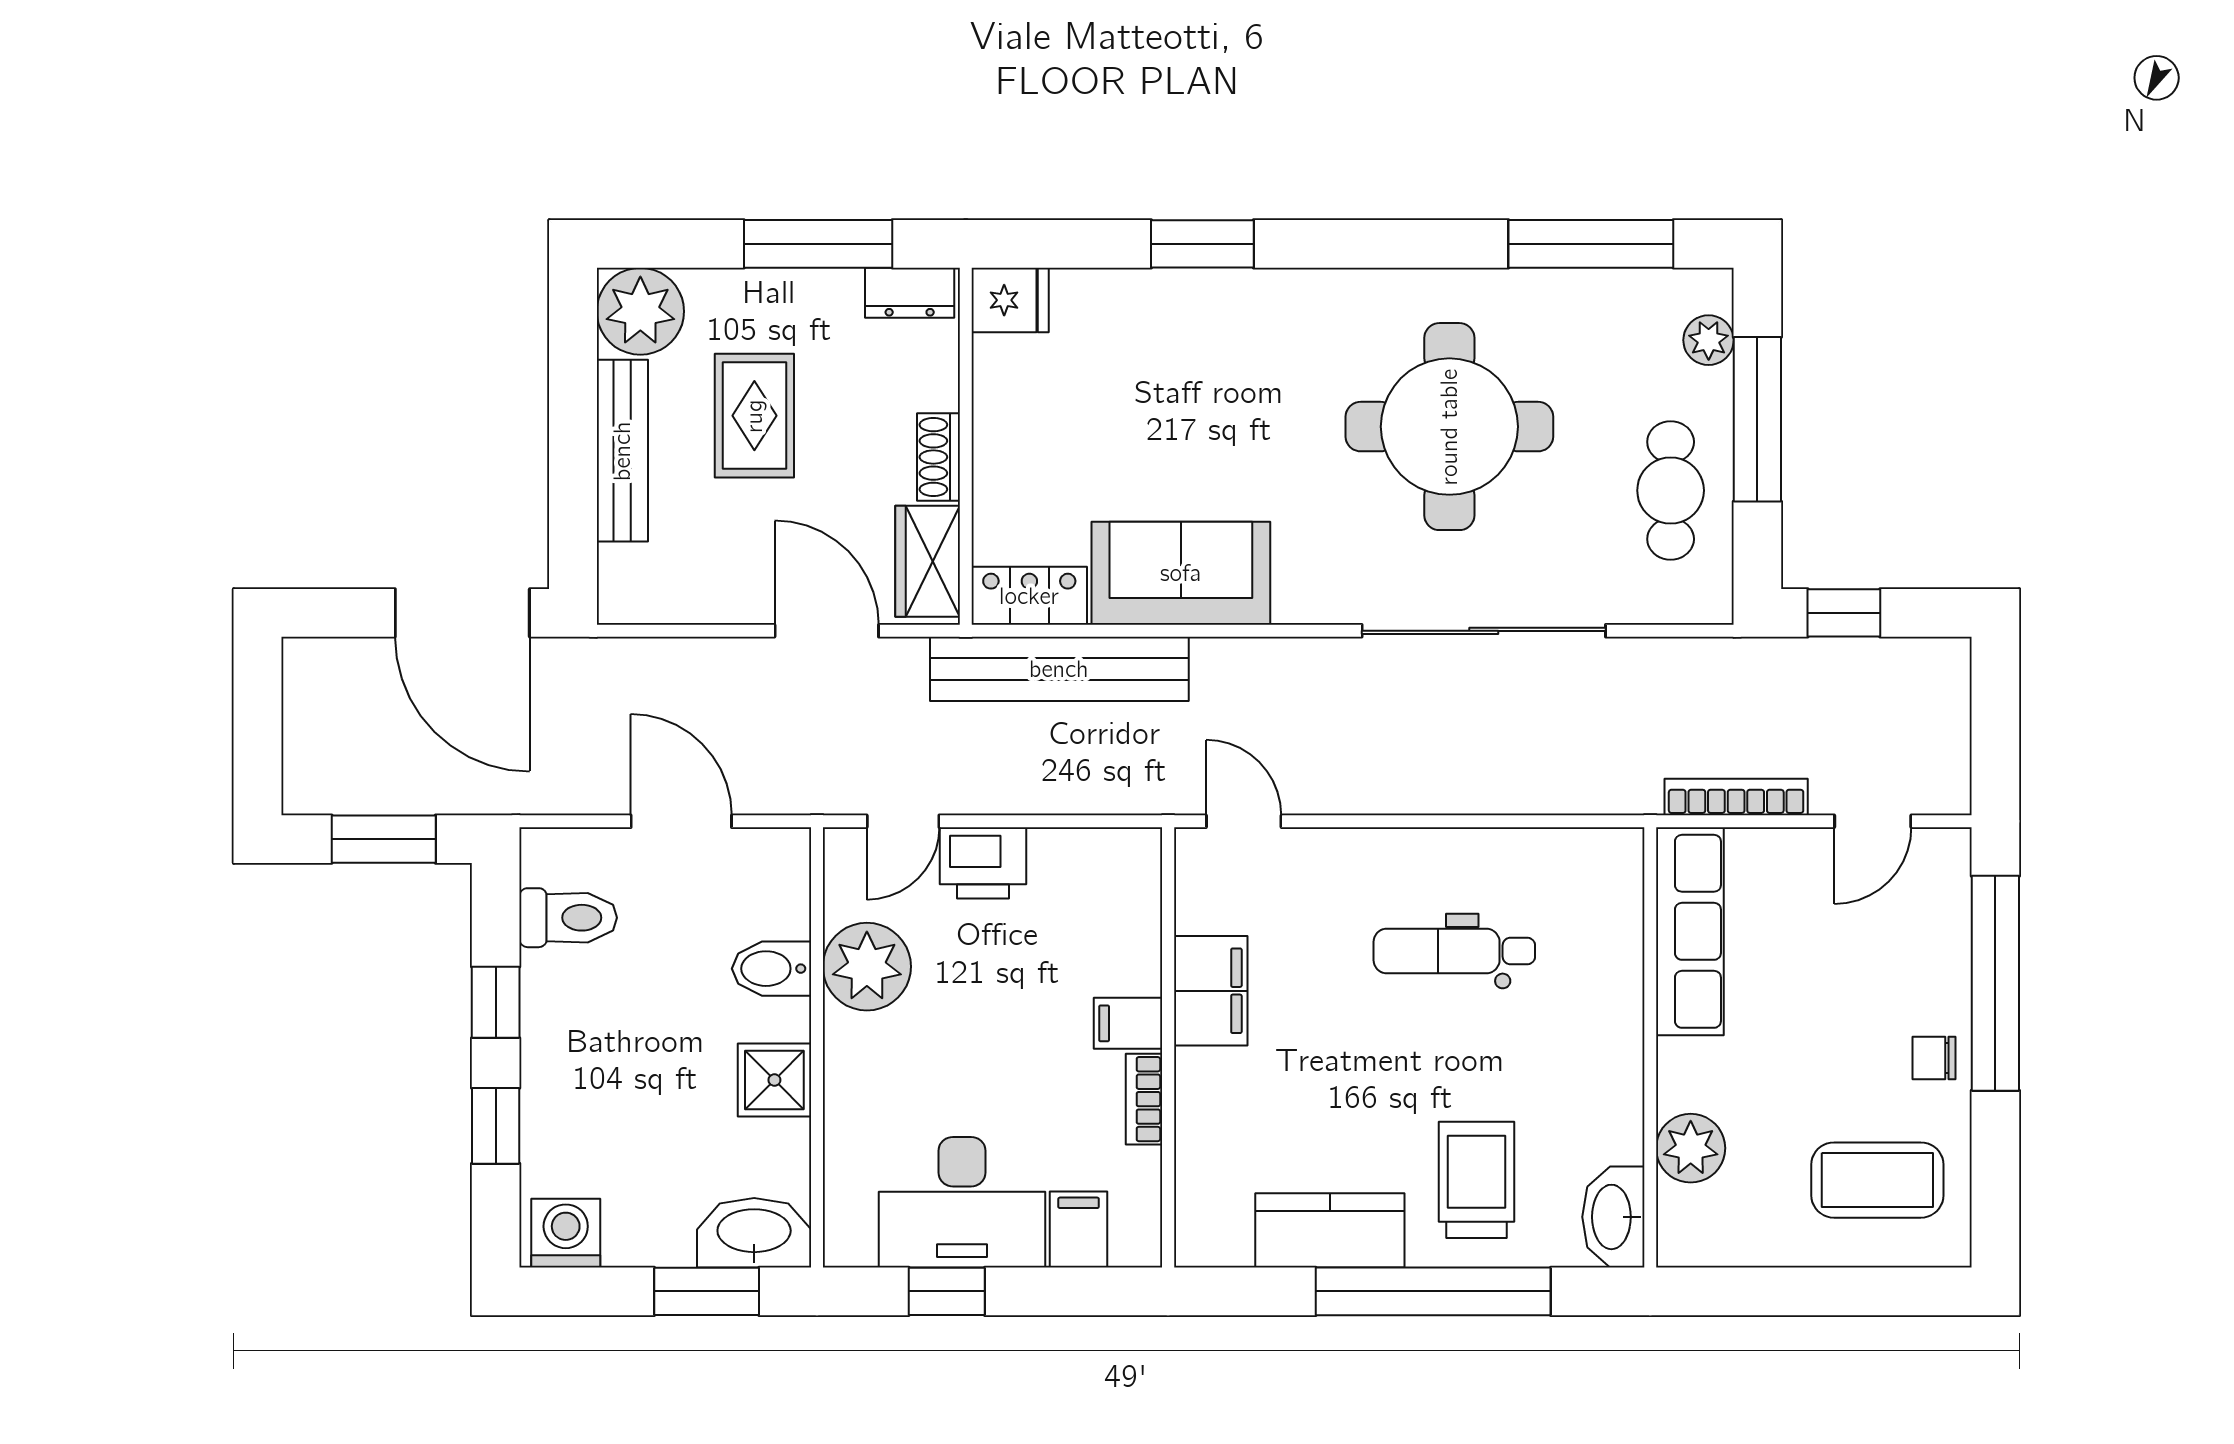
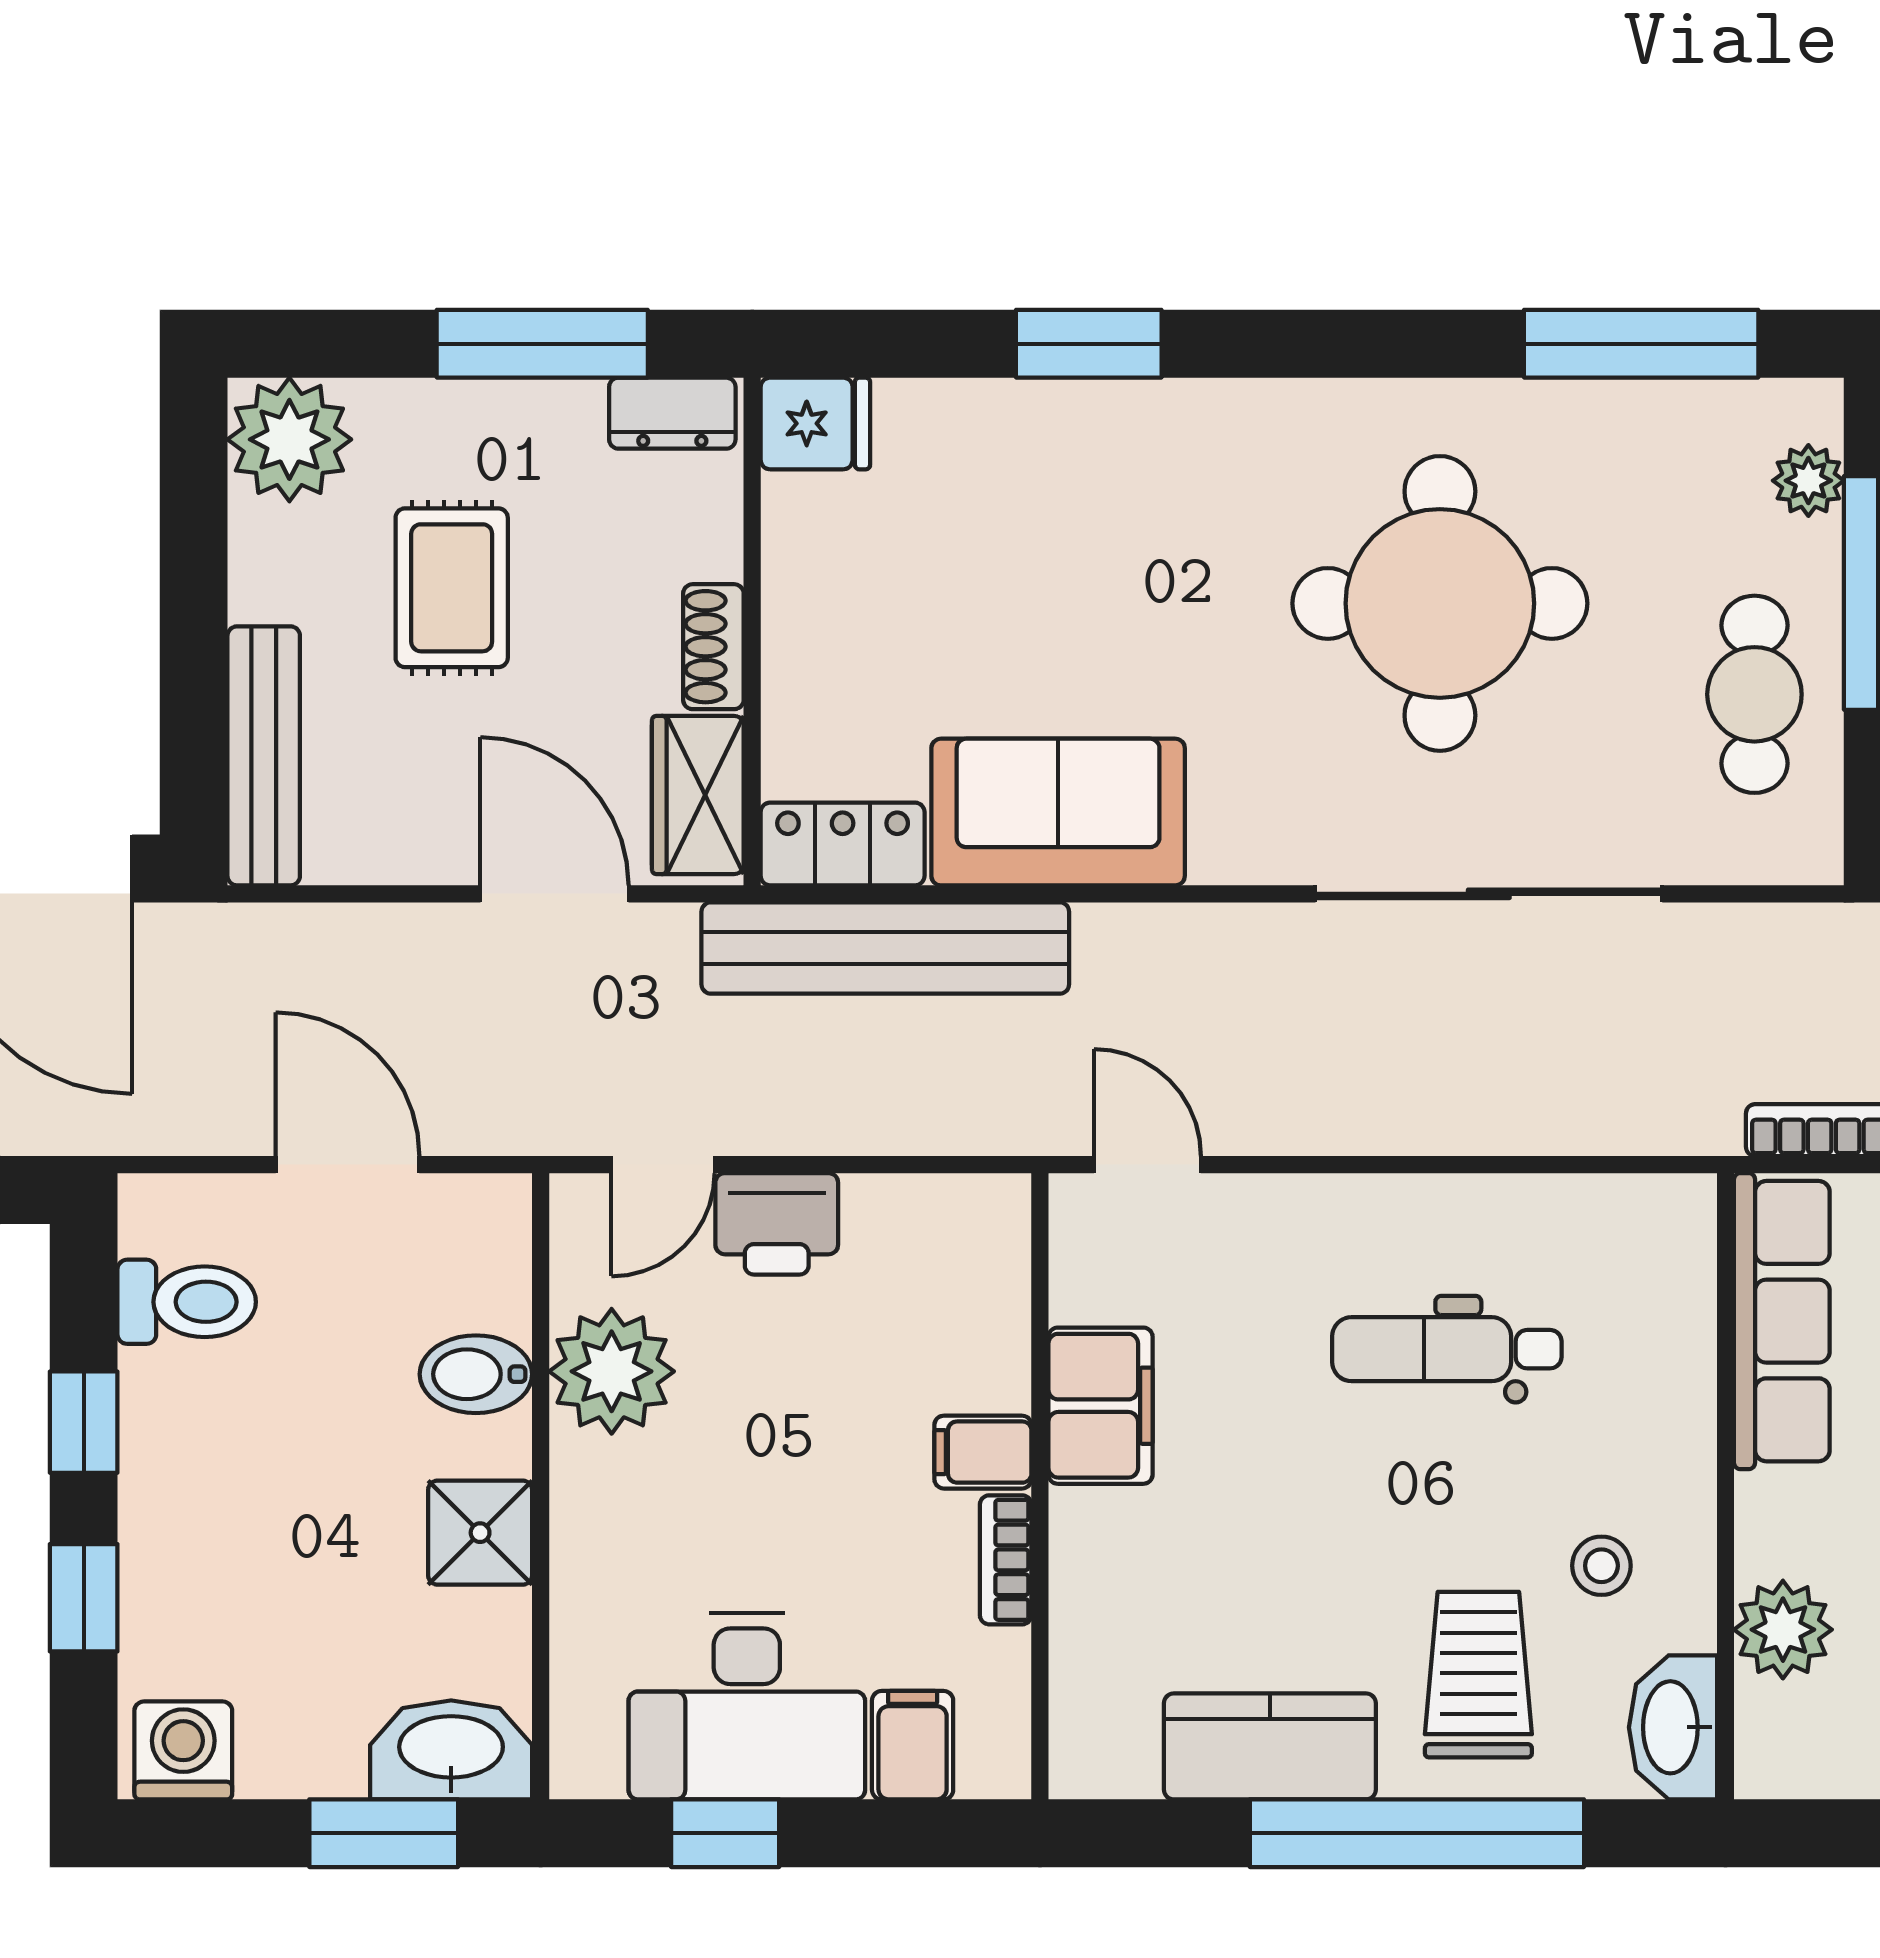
bench: (622, 451) -> (264, 756), moved
stool: (1563, 1103) -> (1601, 1566), added

